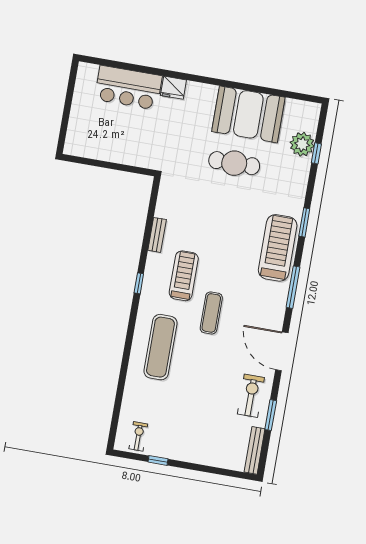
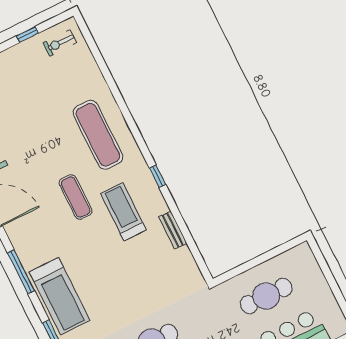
cafe table: (124, 135) -> (266, 296), added
treadmill: (184, 276) -> (123, 212), turned 180
exercise bike: (138, 436) -> (60, 43), turned 90

